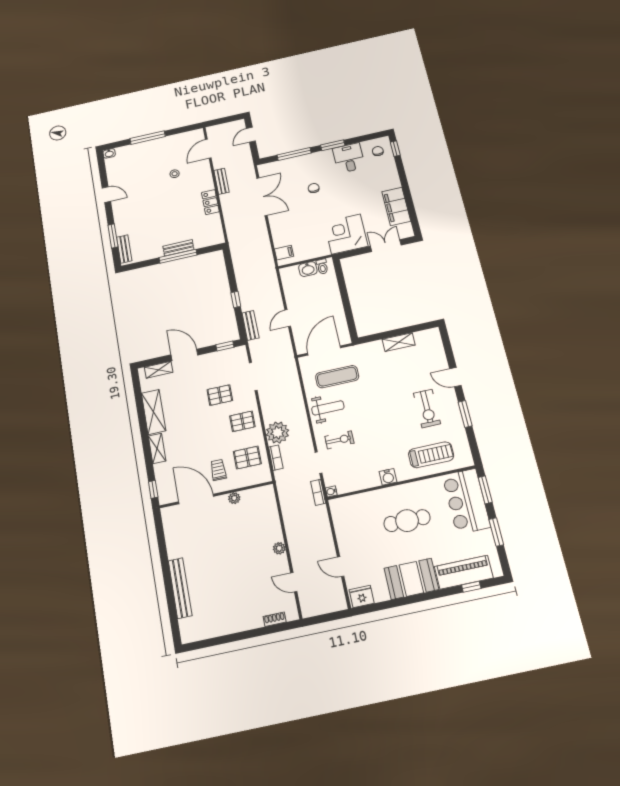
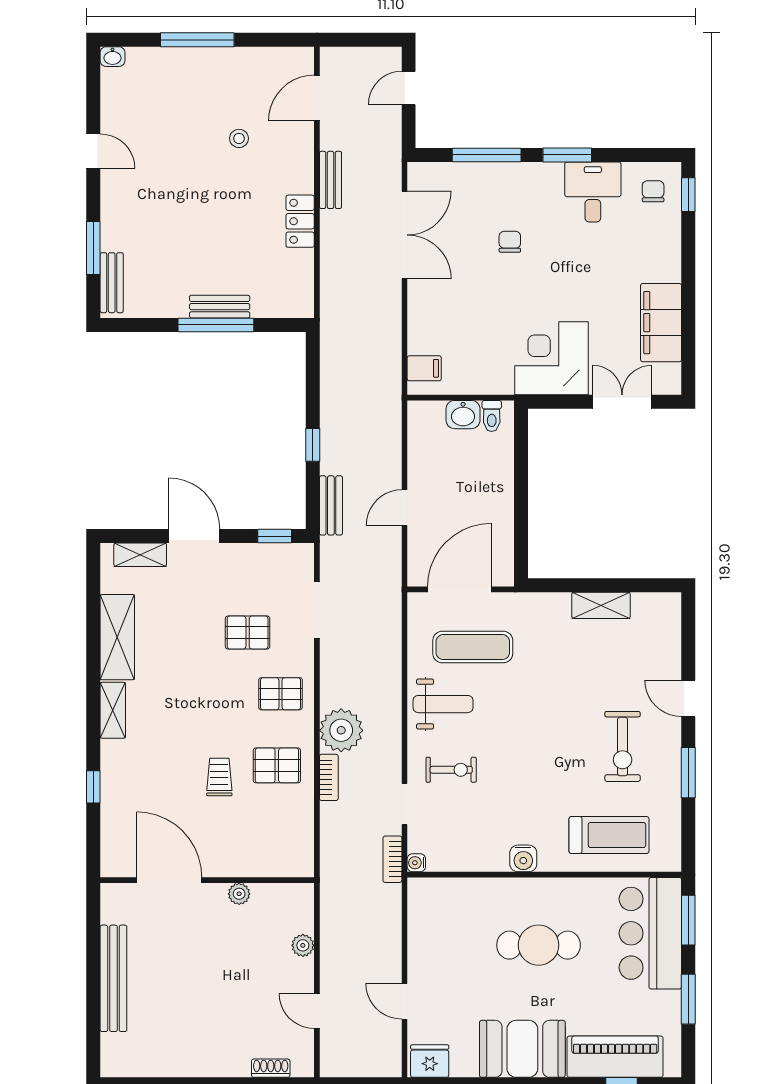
wall: (216, 495) -> (207, 880), moved
plant: (234, 498) -> (239, 894), moved
door: (196, 499) -> (169, 880), moved

